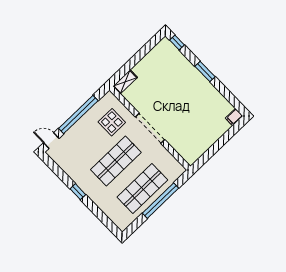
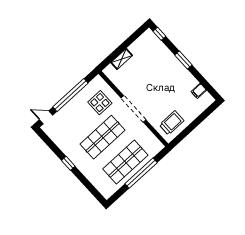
shelving: (125, 82) -> (122, 59), moved
filing cabinet: (234, 117) -> (199, 91), moved
trolley: (194, 143) -> (172, 123), added

